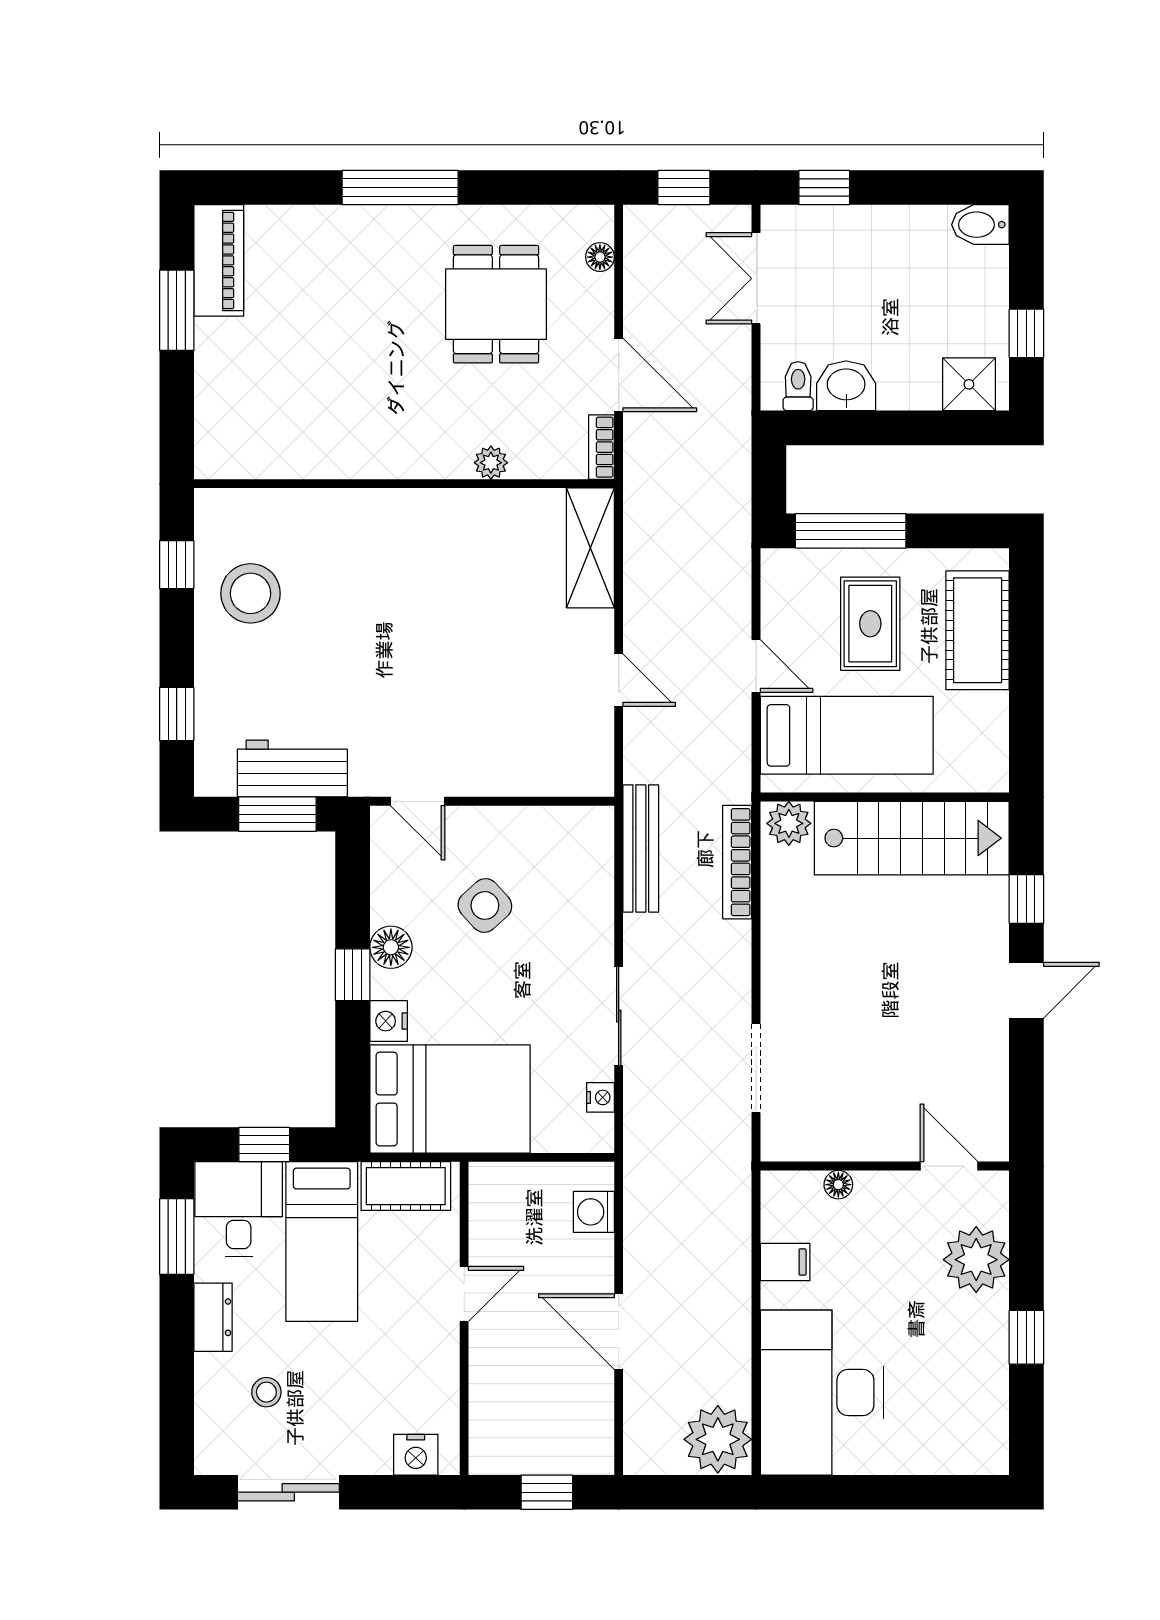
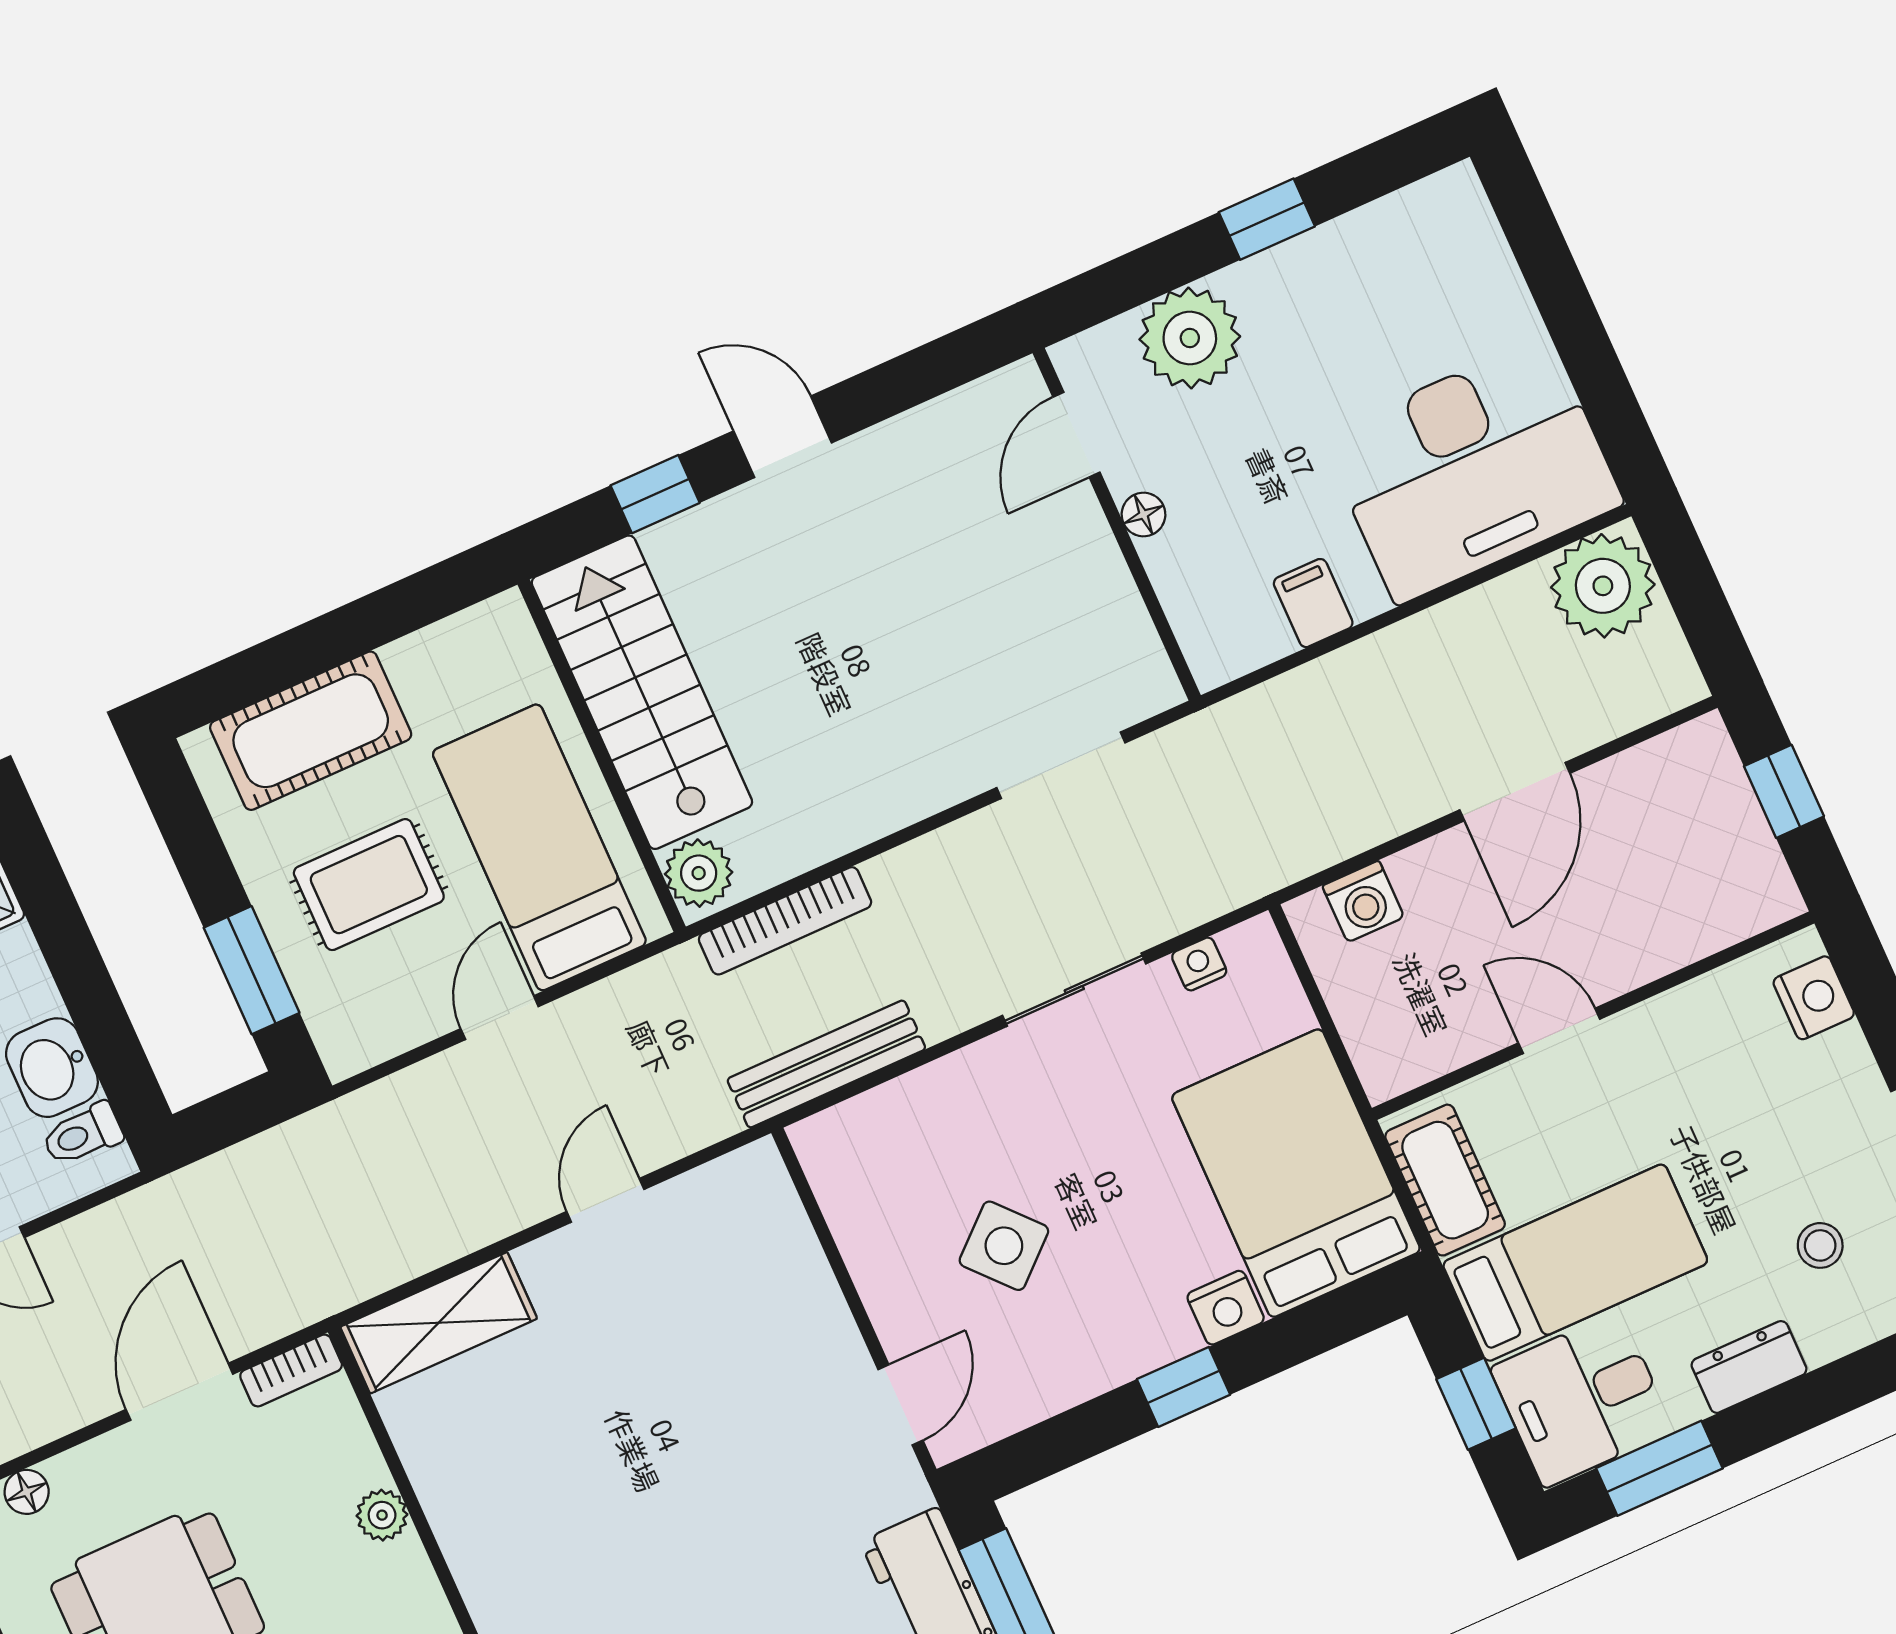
window: (851, 531) -> (252, 970), width x0.69
floor lamp: (391, 947) -> (1121, 1351), removed
floor lamp: (838, 1185) -> (1143, 514), moved

